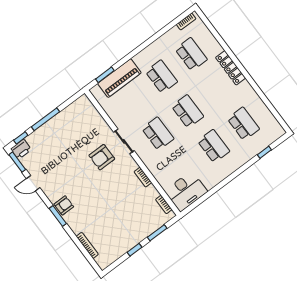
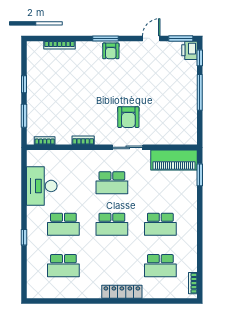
piano: (119, 78) -> (174, 160), moved, turned -90
window: (264, 152) -> (24, 237), moved
armchair: (102, 157) -> (128, 117), turned 180
desk: (186, 191) -> (42, 186), moved

